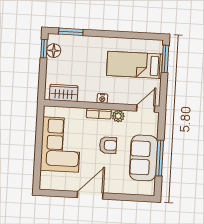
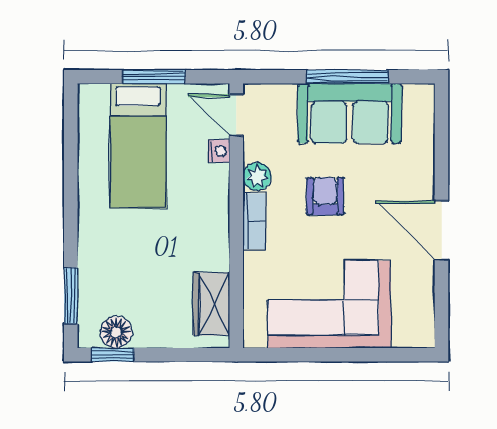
window: (165, 59) -> (154, 77), moved
nightstand: (102, 98) -> (219, 151), moved

